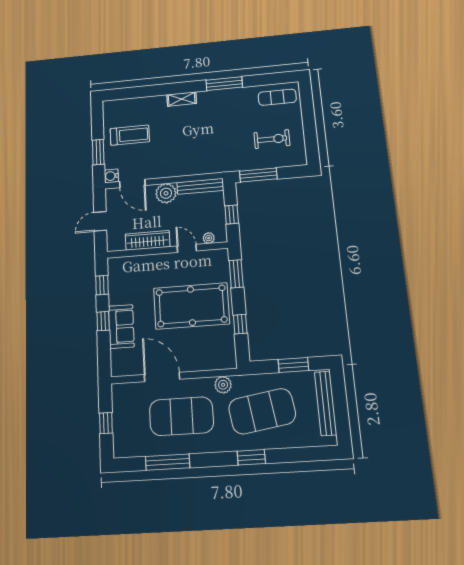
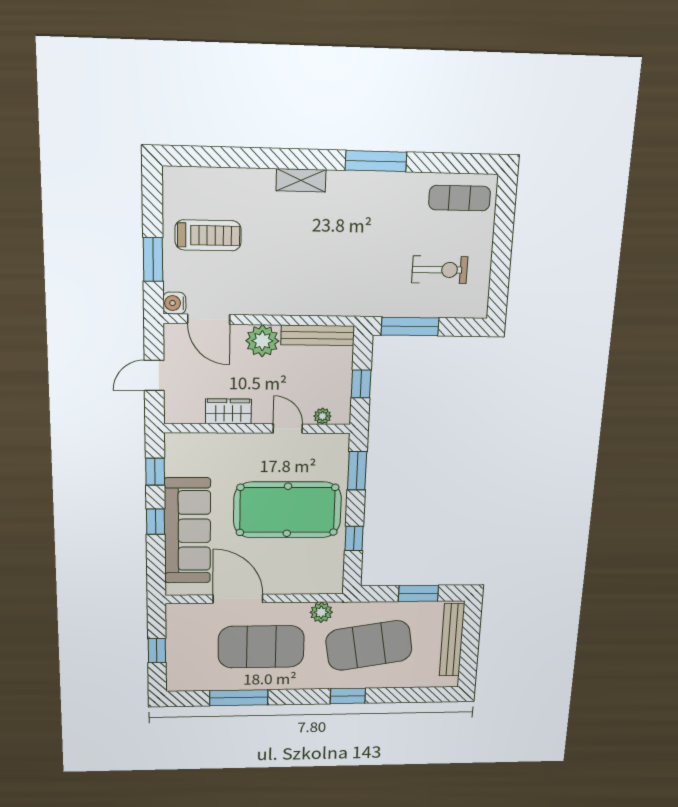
wardrobe: (148, 240) -> (228, 411), width x0.67
sofa: (121, 326) -> (187, 531), width x1.85, depth x1.27

